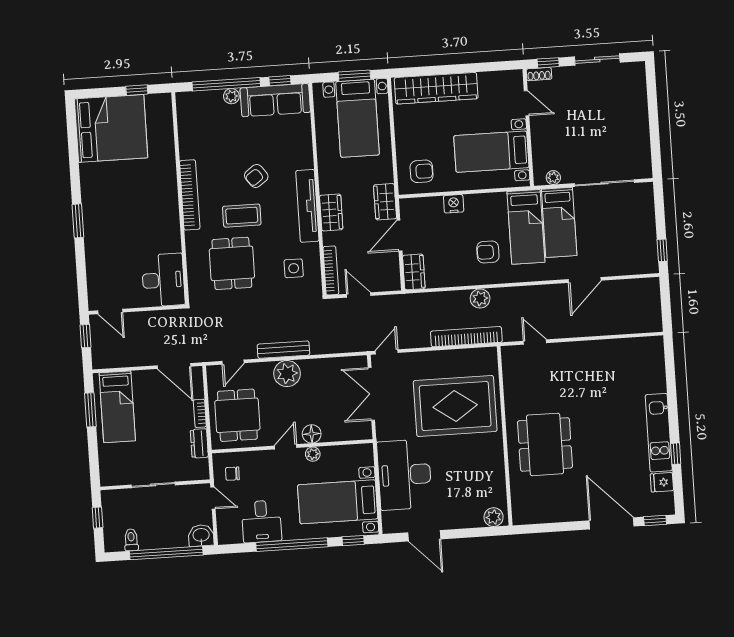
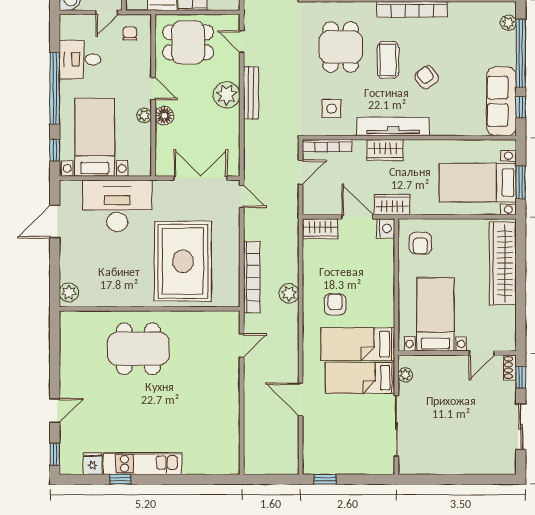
plant: (231, 96) -> (508, 23), moved
nightstand: (454, 204) -> (386, 228), moved
dining table: (232, 263) -> (341, 47), turned 90
door: (612, 523) -> (55, 410), width x0.53

